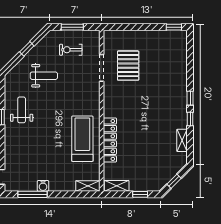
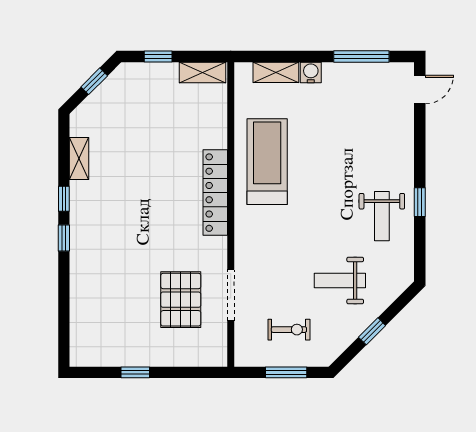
window: (174, 27) -> (135, 372), moved
treadmill: (82, 139) -> (267, 162), turned 180
locker: (110, 140) -> (215, 193), moved
water cooler: (43, 186) -> (311, 73), moved
shelving: (88, 186) -> (276, 72), moved

